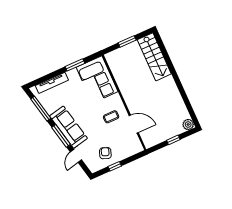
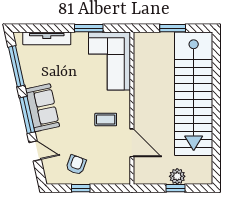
stairs: (154, 57) -> (194, 94), width x1.86, depth x1.51
plant: (188, 124) -> (177, 176), moved
sofa: (68, 127) -> (42, 108), width x0.73
door: (76, 156) -> (35, 151), swing flipped

